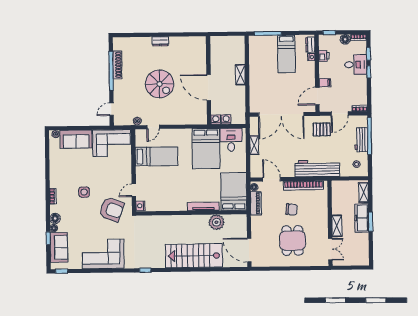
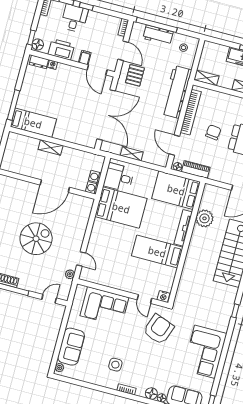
floor lamp: (345, 39) -> (38, 44), moved
bed: (286, 54) -> (33, 123), moved
printer: (324, 56) -> (61, 49), width x1.87, depth x1.48
door: (112, 109) -> (49, 299), swing flipped
corner sofa: (112, 143) -> (104, 307), moved, turned 90
bed: (157, 156) -> (157, 252), moved, turned -90
door: (272, 179) -> (174, 145), hinge flipped
side table: (84, 192) -> (115, 365), moved
shelving: (364, 192) -> (206, 78), moved

